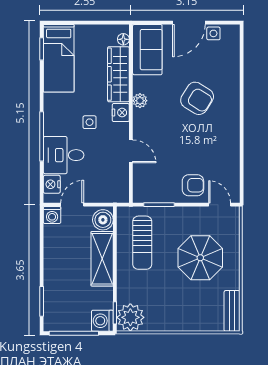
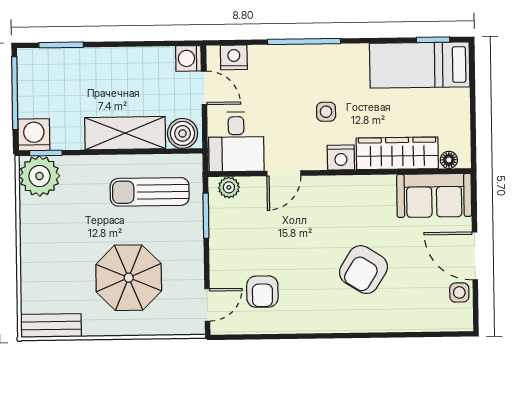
plant: (140, 101) -> (229, 187), moved
desk: (64, 155) -> (236, 142), moved, turned 180
armchair: (193, 185) -> (262, 292), moved

